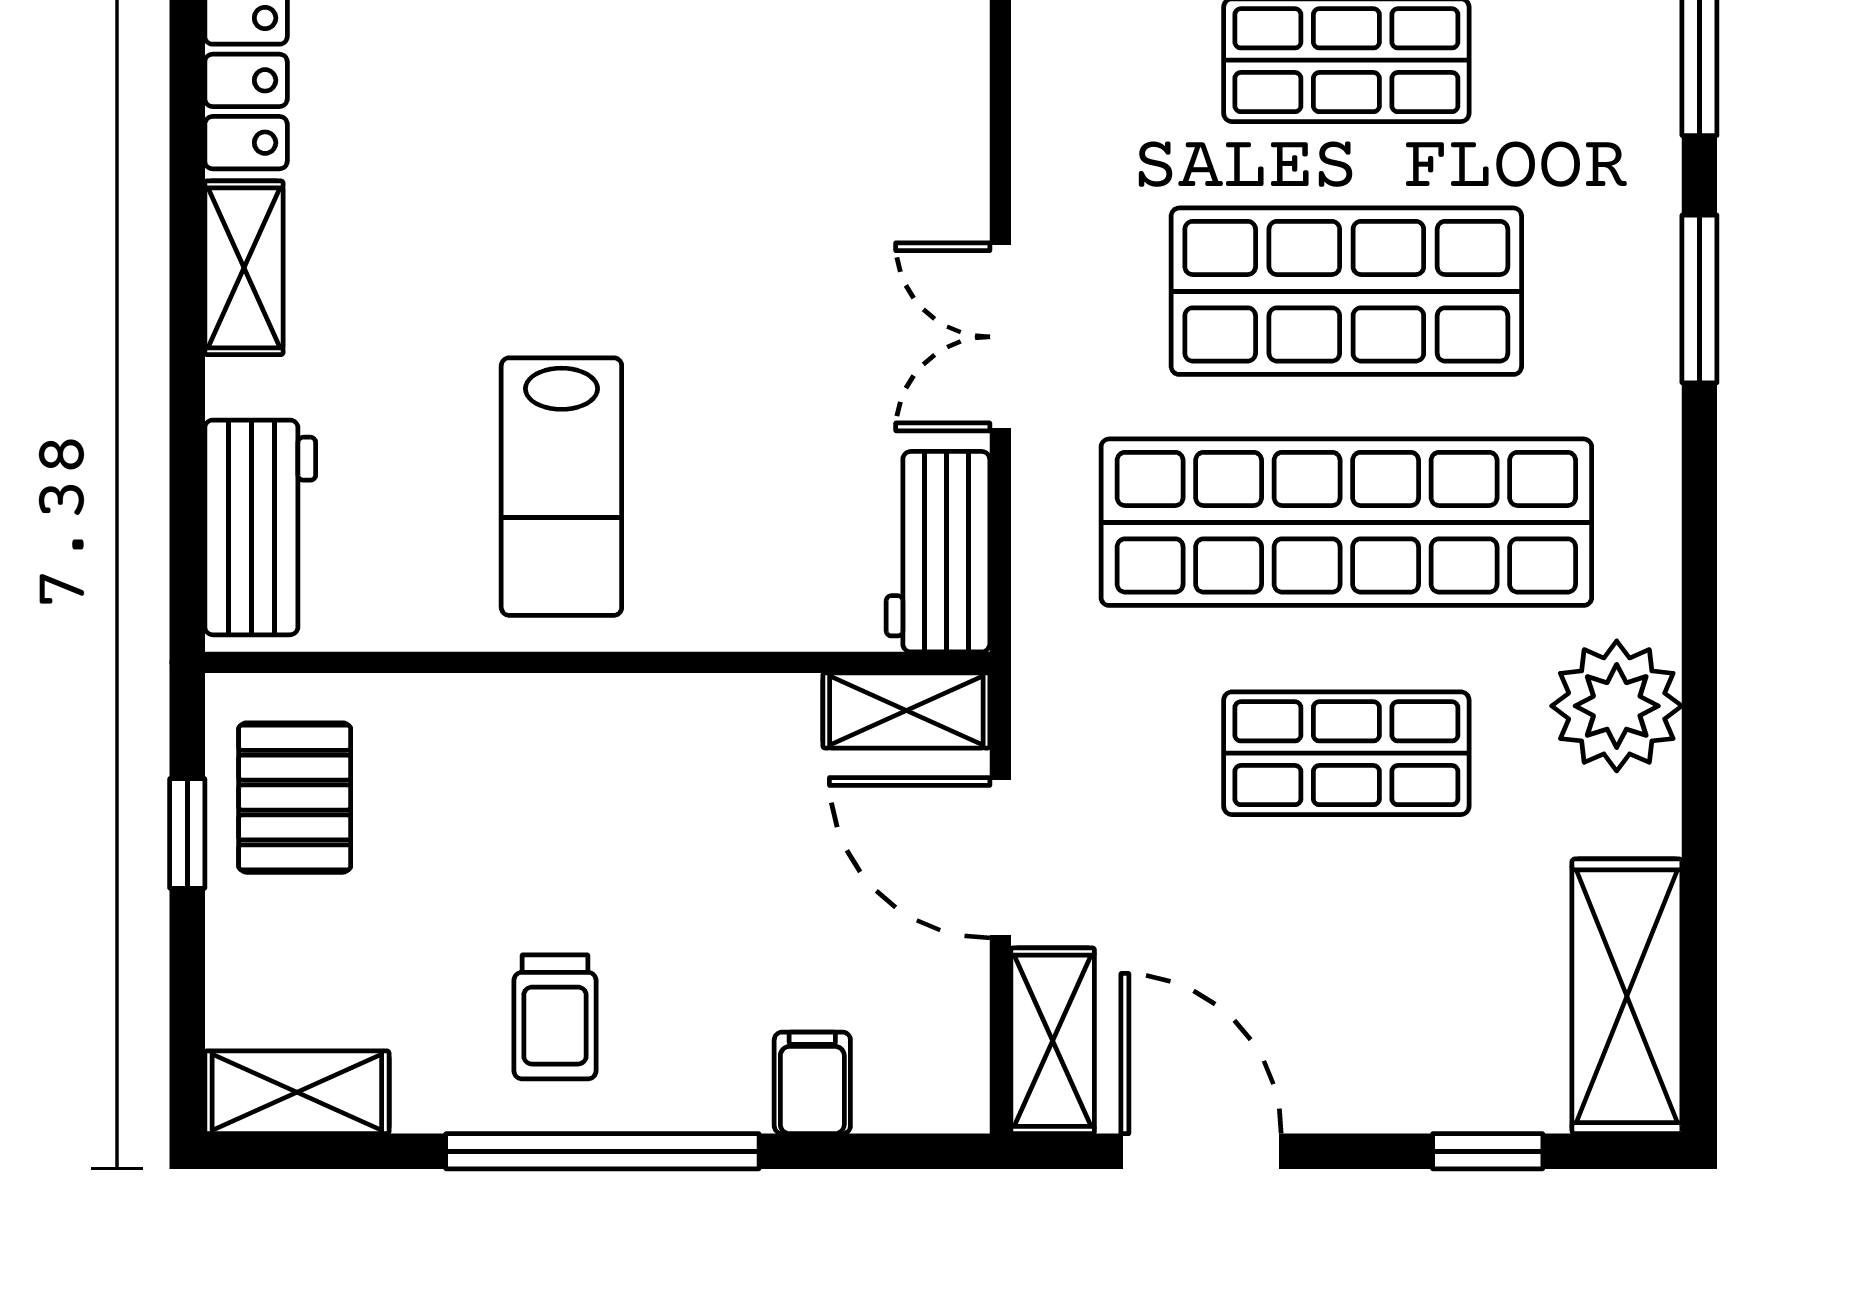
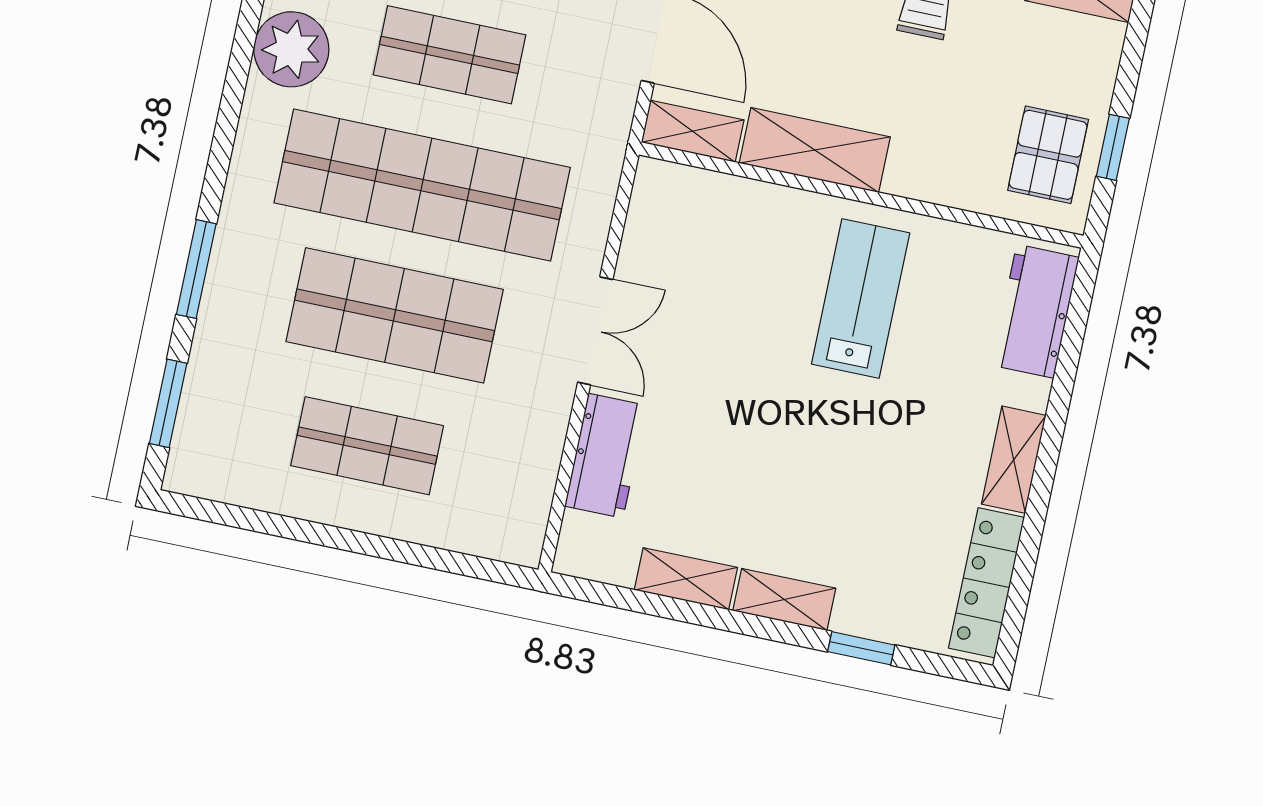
workbench: (938, 552) -> (606, 456), moved
shelving: (692, 722) -> (815, 150), added

